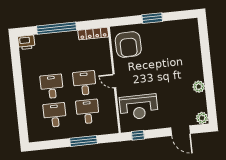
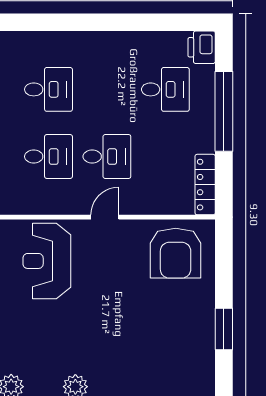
window: (152, 18) -> (224, 329), moved
armchair: (128, 44) -> (176, 253), turned -89
desk: (52, 86) -> (165, 89), moved

